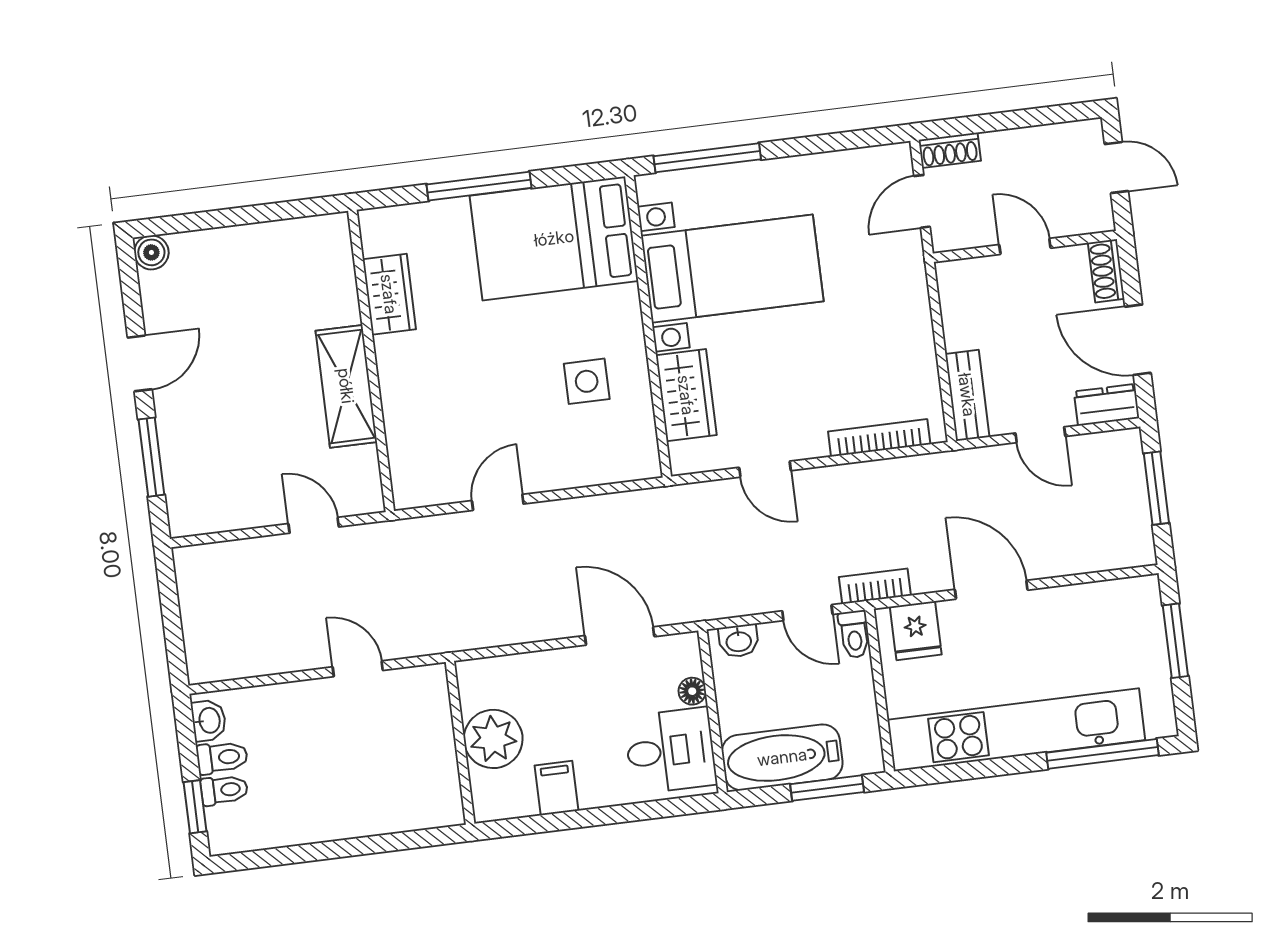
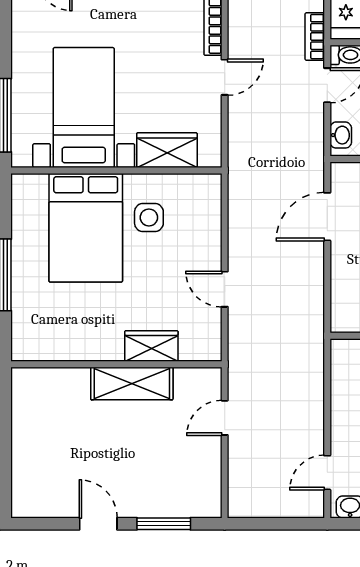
bed: (554, 238) -> (86, 228), moved
boiler: (151, 252) -> (23, 506), removed
wardrobe: (389, 294) -> (151, 346), moved
door: (765, 469) -> (225, 77), moved
door: (358, 669) -> (327, 473), moved

